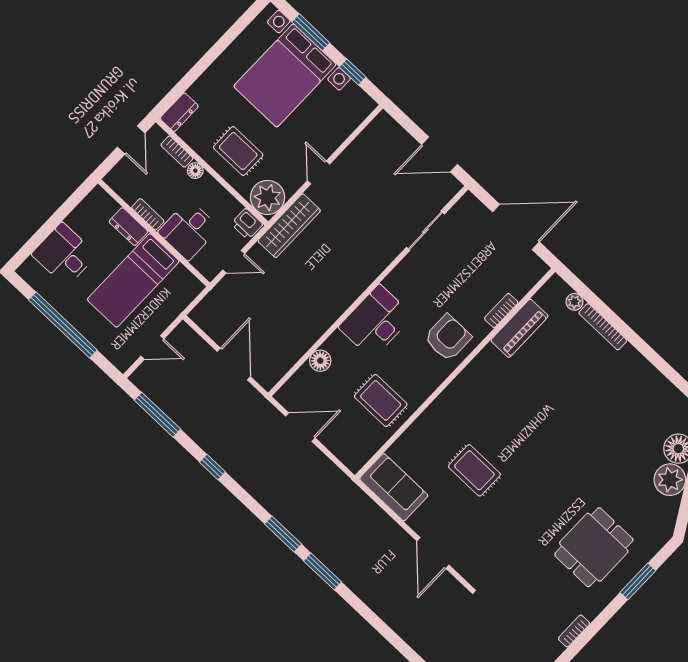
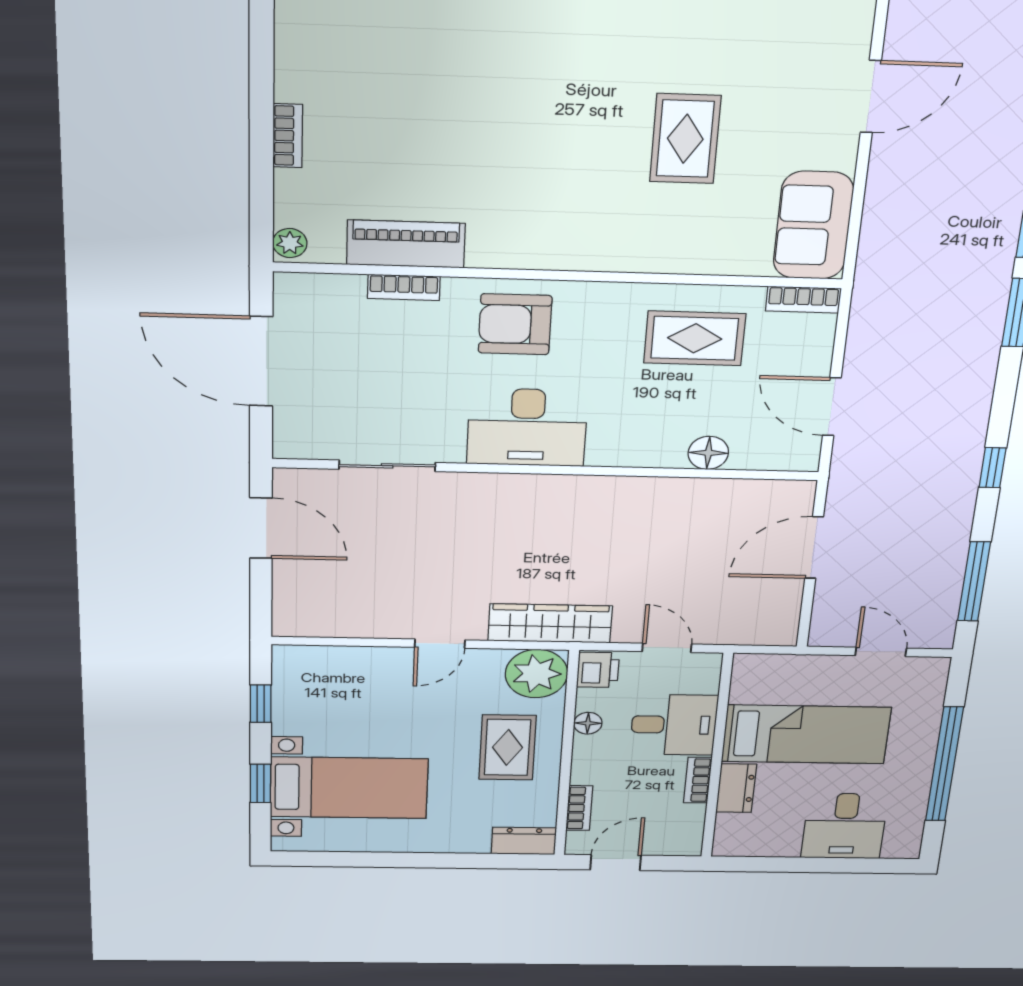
window: (311, 32) -> (261, 783), width x0.67
bed with nightstands: (285, 75) -> (349, 788), width x0.73
floor lamp: (195, 171) -> (588, 723), moved
plant: (575, 302) -> (290, 243), moved
desk: (376, 322) -> (527, 427), moved
bookcase: (603, 327) -> (288, 136), width x0.64
rug: (381, 400) -> (695, 338), turned 90
bookcase: (362, 456) -> (803, 300), added

